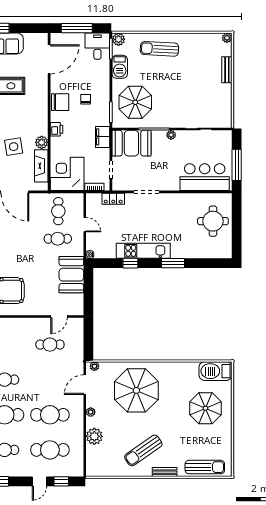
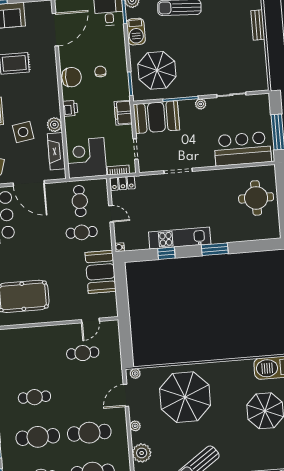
locker: (113, 199) -> (123, 183), moved

